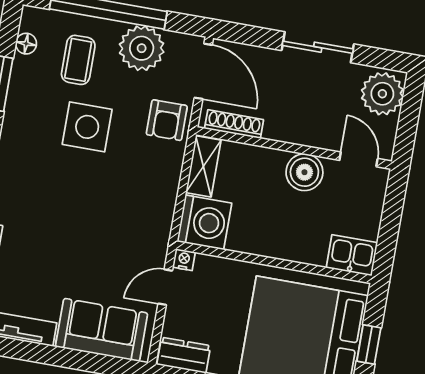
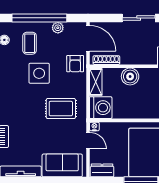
plant: (142, 48) -> (58, 28), width x0.53, depth x0.53
boiler: (304, 172) -> (130, 76), moved
rug: (120, 209) -> (61, 109), added
door: (165, 287) -> (88, 141), swing flipped

